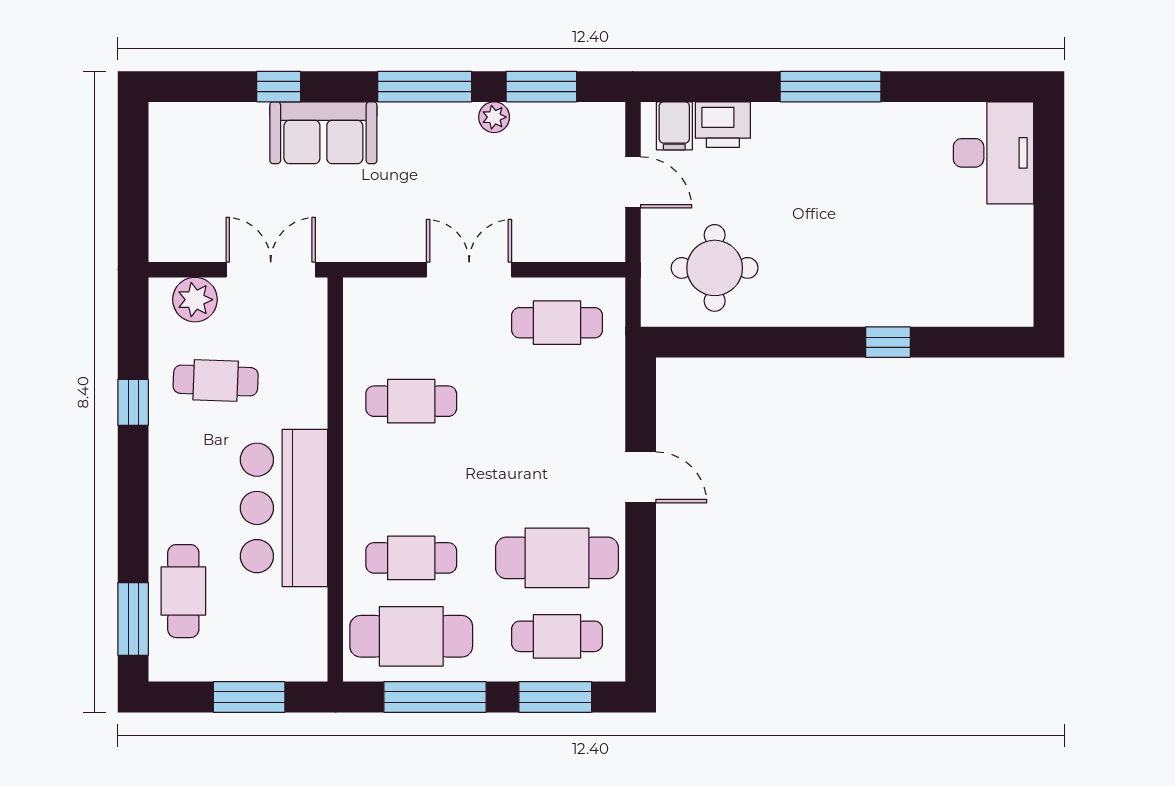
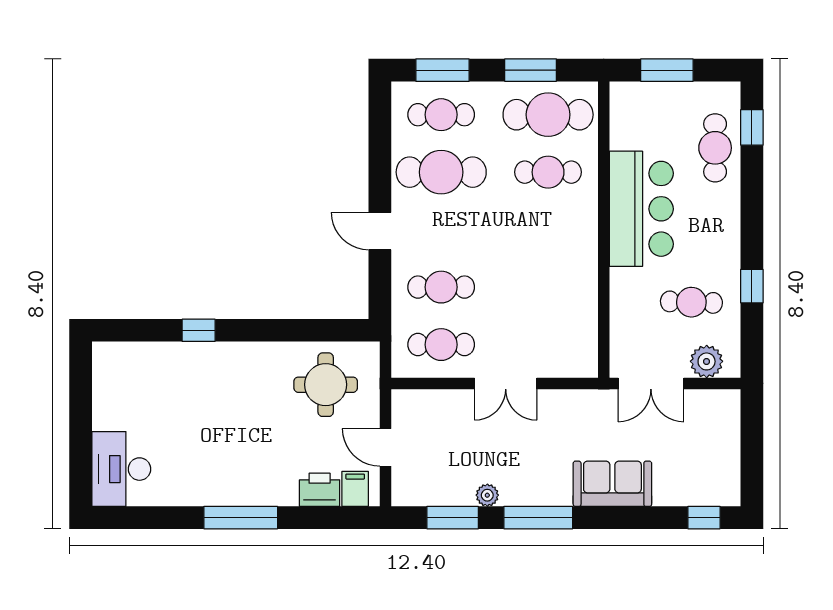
window: (279, 87) -> (704, 518), moved
cafe table: (411, 401) -> (441, 287), moved
window: (133, 619) -> (752, 127), width x0.67
window: (435, 697) -> (531, 70), width x0.69

